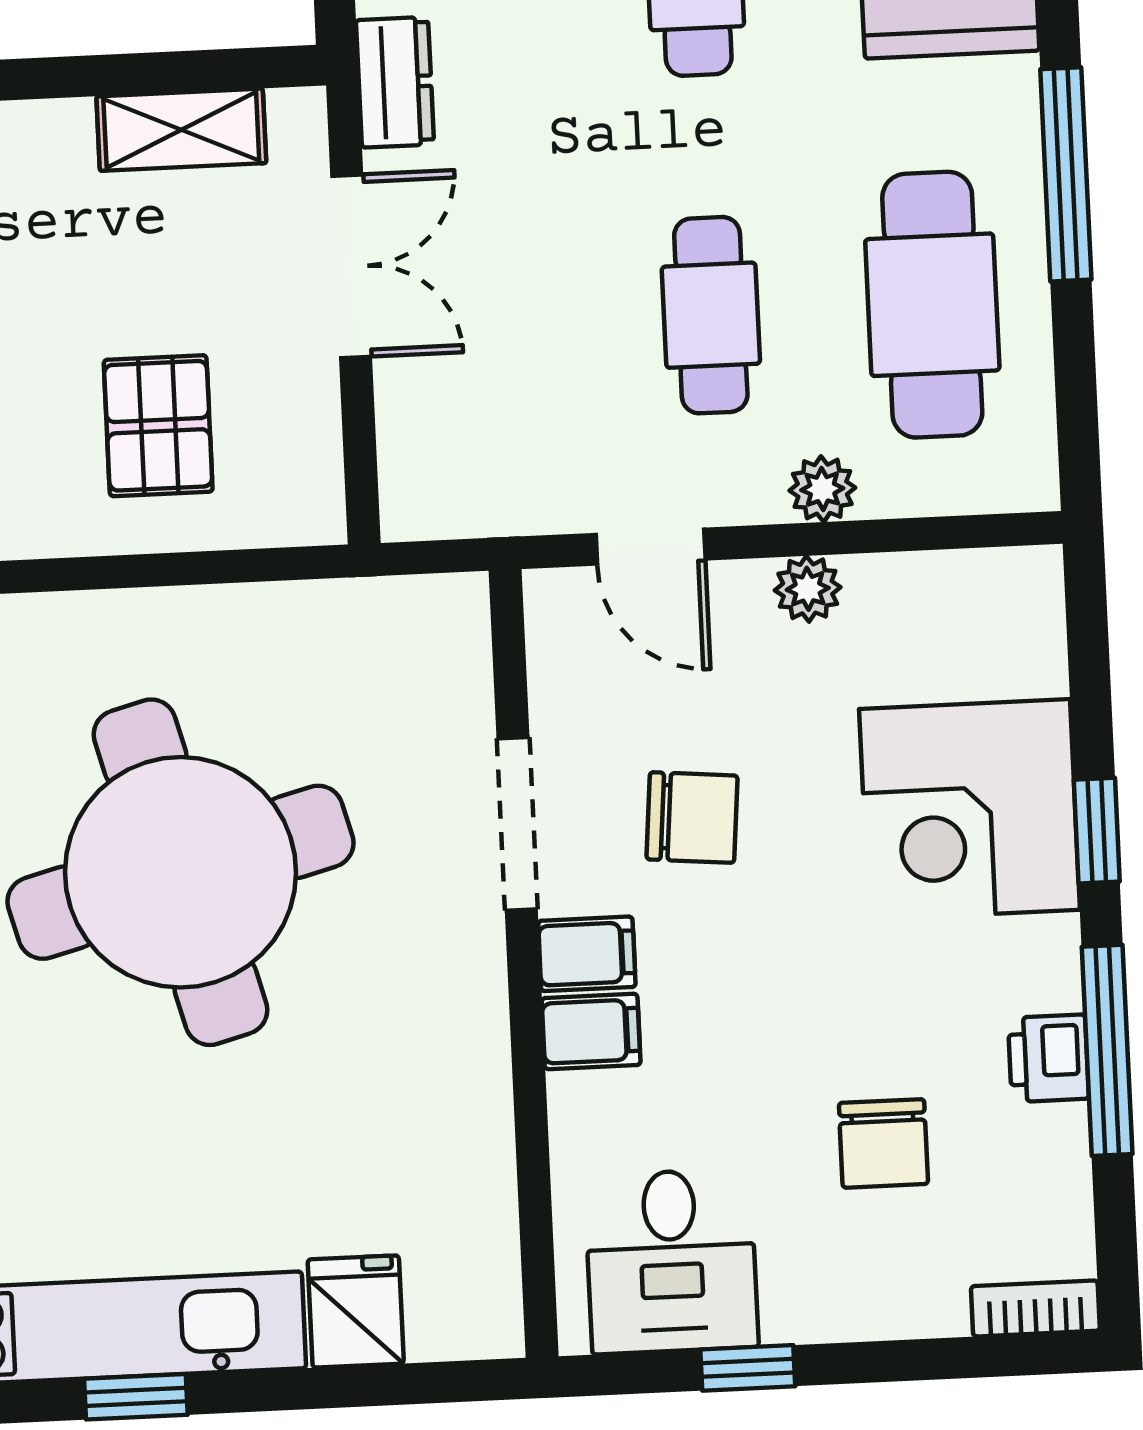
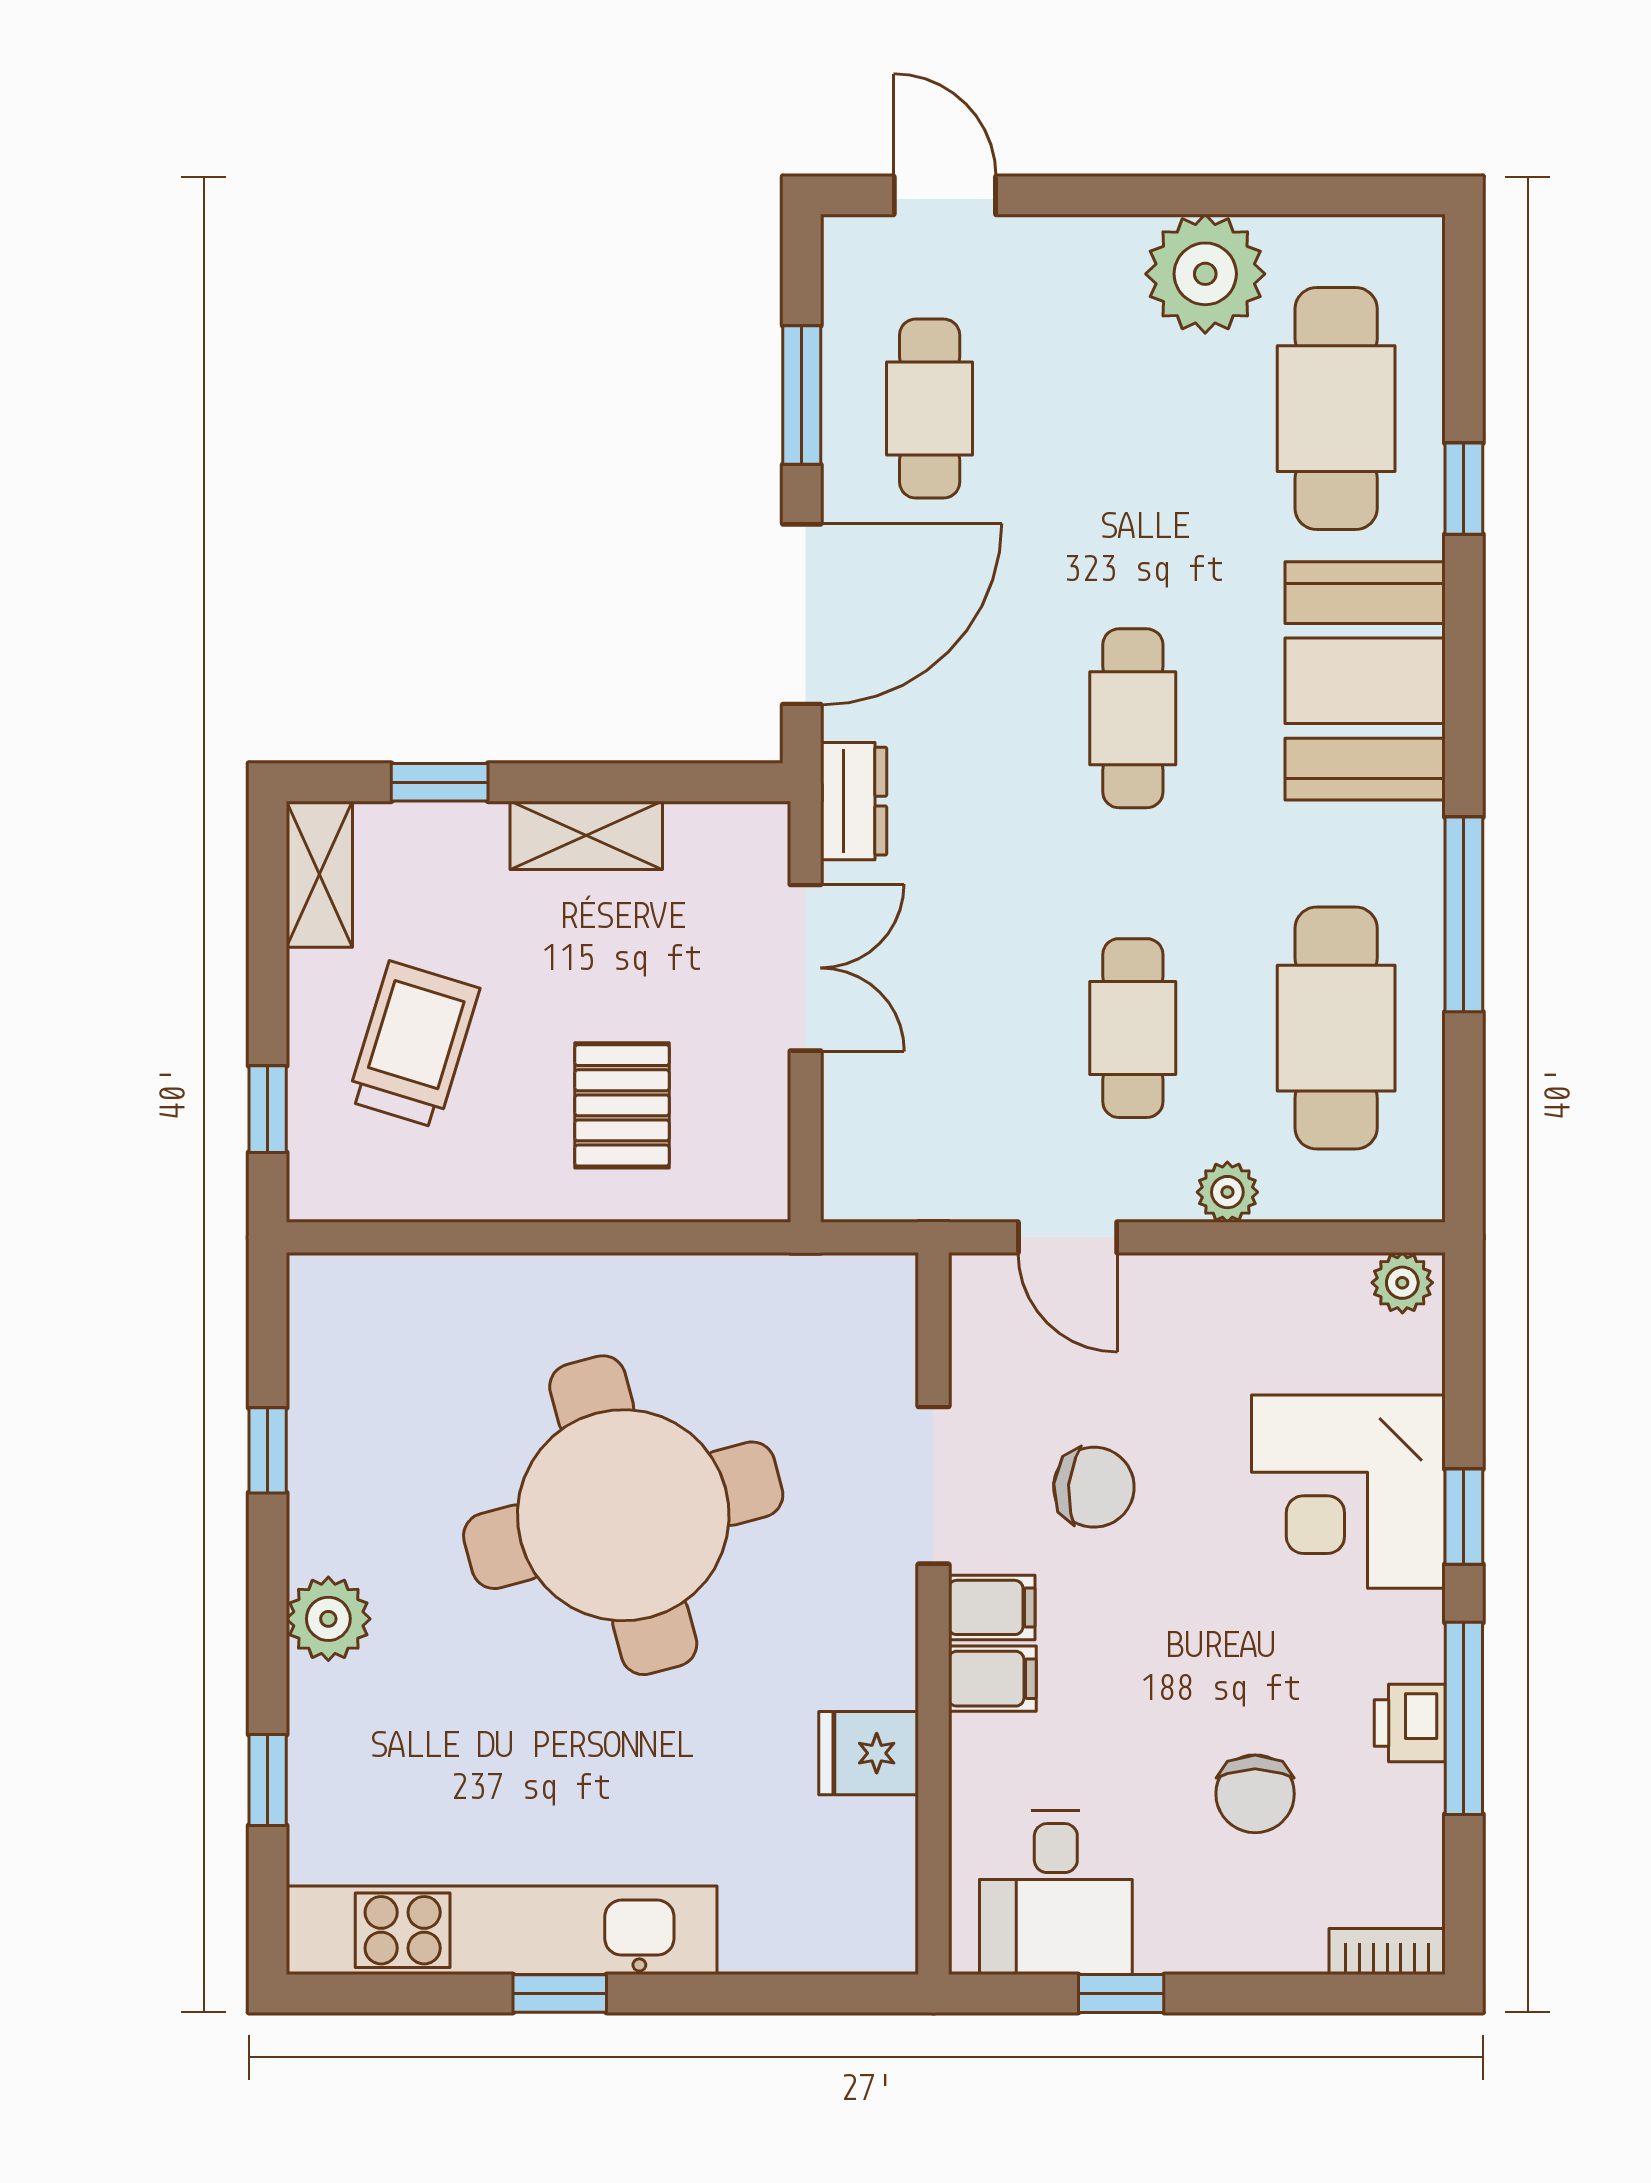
shelving: (181, 130) -> (586, 835), moved
plant: (808, 589) -> (1402, 1283), moved
fridge: (356, 1312) -> (869, 1753), moved, turned -90

